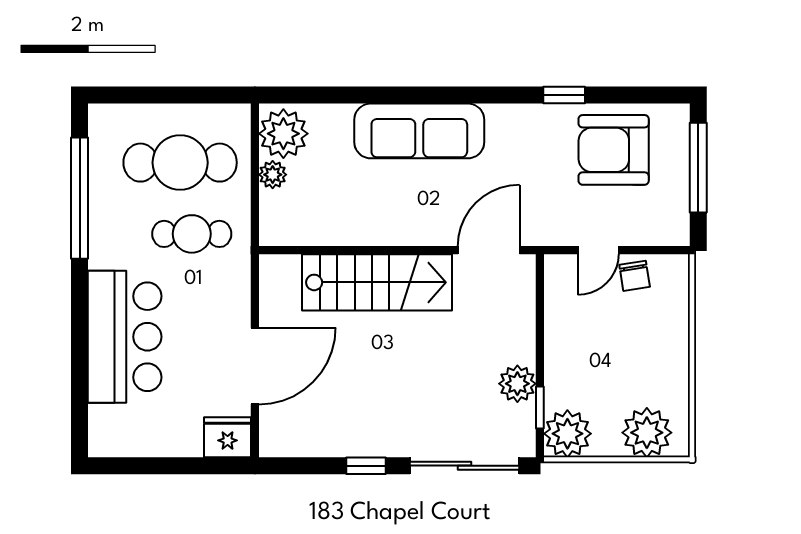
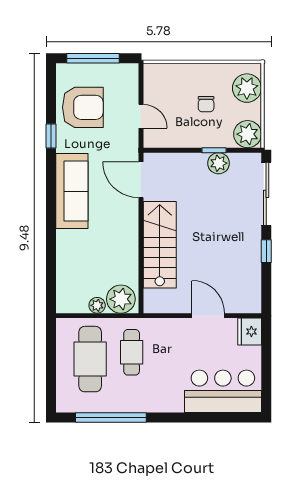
sofa: (419, 131) -> (72, 191), moved
plant: (283, 134) -> (121, 299), moved
armchair: (614, 150) -> (83, 107), turned -90
chair: (635, 276) -> (206, 104), moved, turned 99
bar counter: (125, 337) -> (223, 391), moved
door: (255, 366) -> (208, 316), width x0.73
window: (540, 408) -> (214, 150), moved

